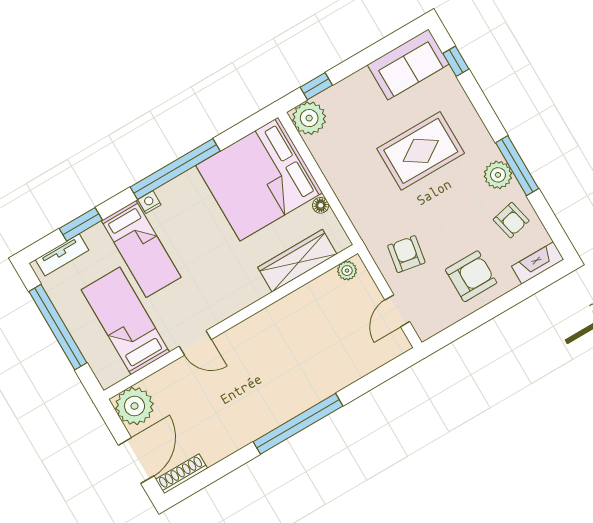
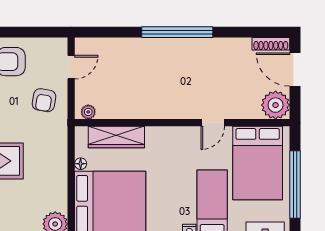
bed: (125, 321) -> (258, 163), width x1.50
door: (195, 343) -> (213, 123), swing flipped
door: (136, 460) -> (295, 70), hinge flipped

